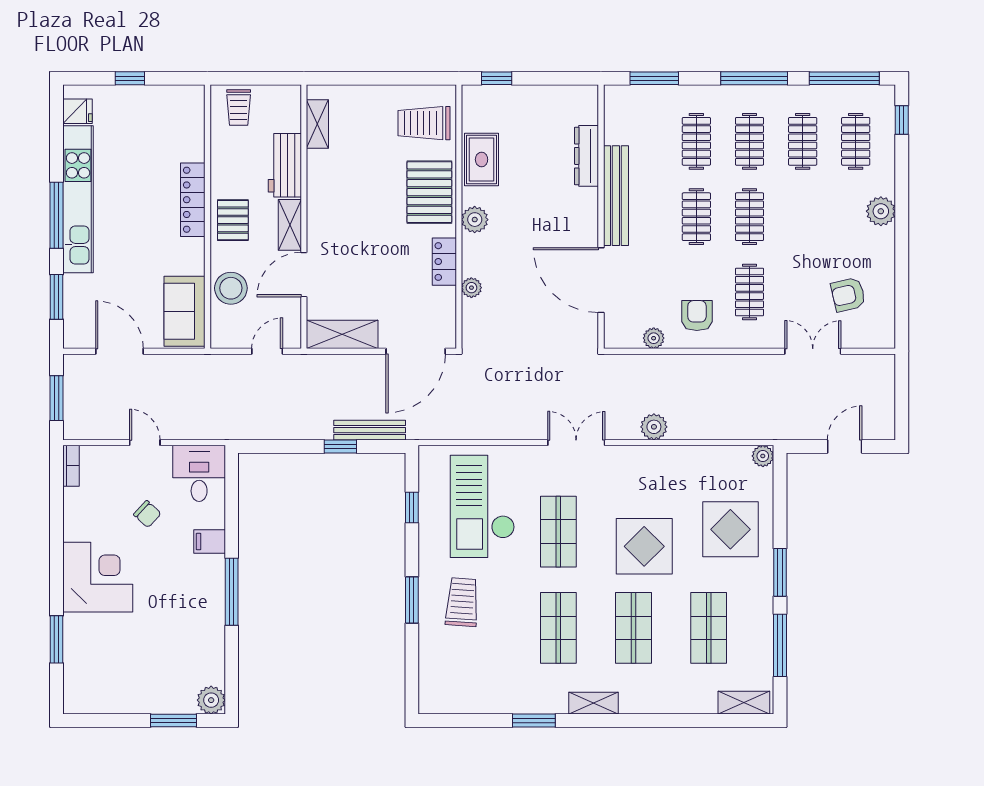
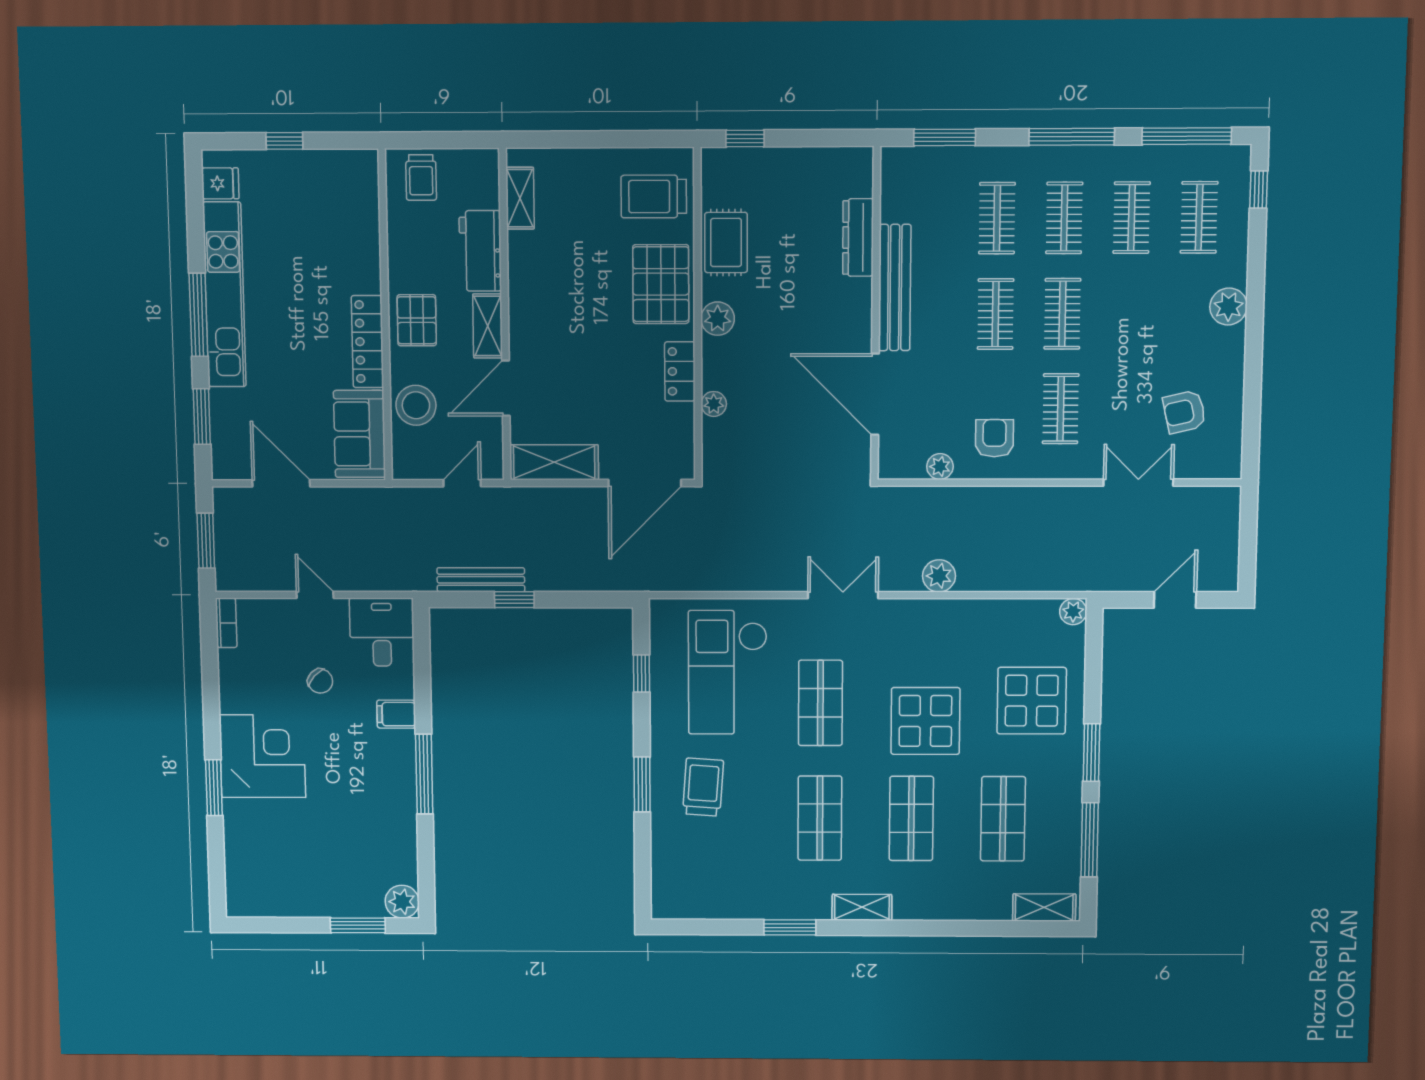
locker: (193, 200) -> (367, 342), moved
bench: (370, 430) -> (481, 580), moved
window: (340, 446) -> (514, 600), moved
window: (56, 639) -> (214, 788), moved

